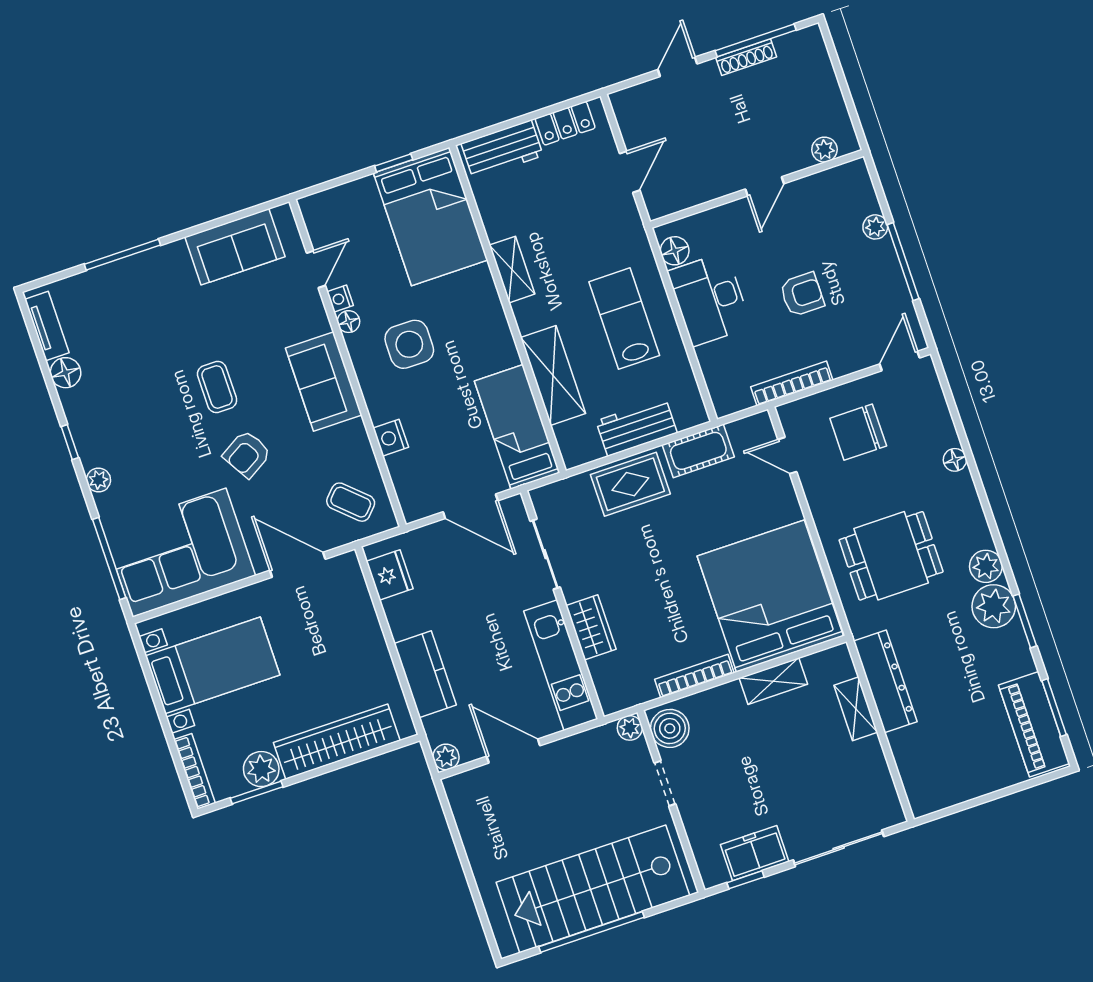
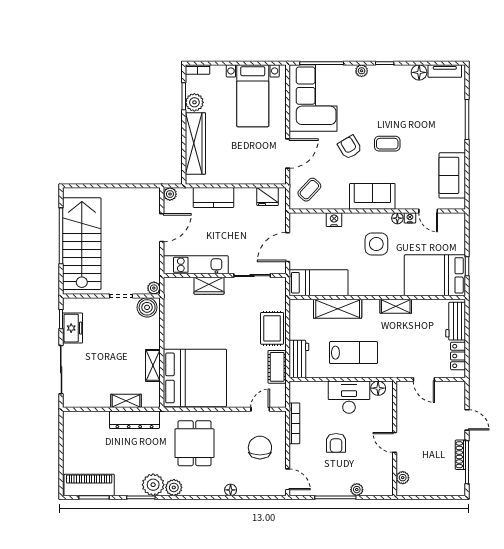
workbench: (636, 427) -> (299, 359), moved
bookcase: (694, 676) -> (168, 328), removed
bookcase: (194, 771) -> (198, 70), width x0.64

